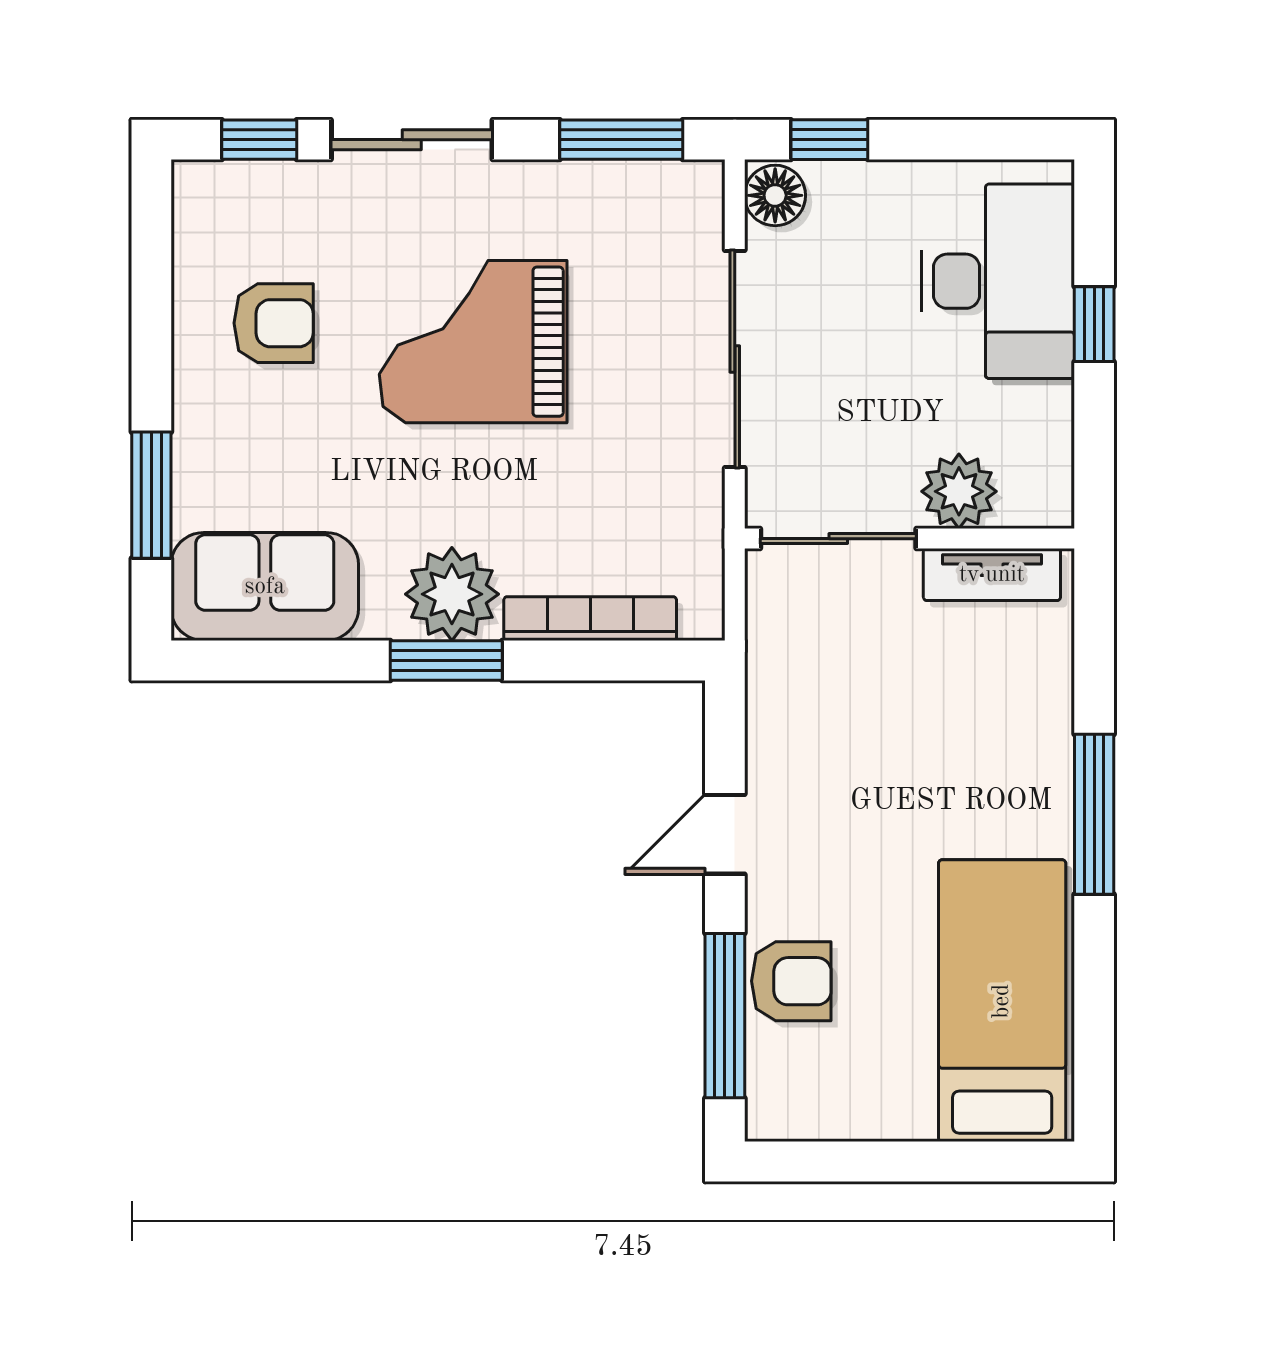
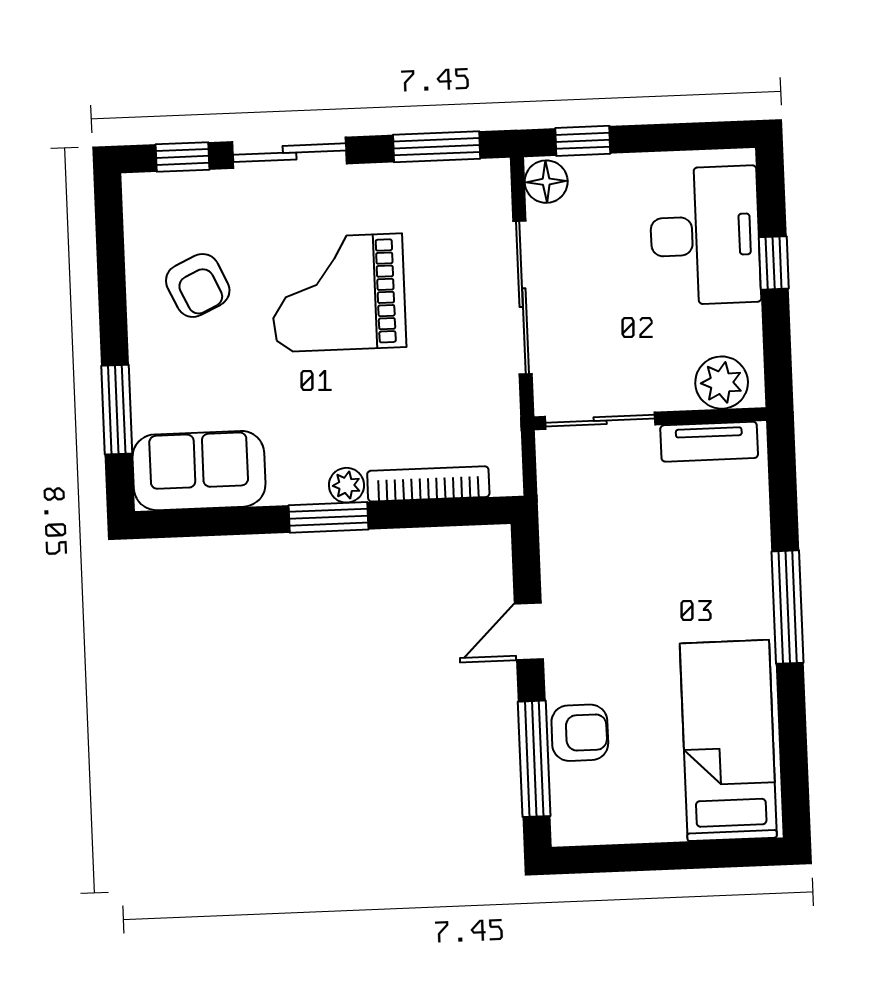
armchair: (274, 323) -> (198, 285), turned 65
plant: (959, 491) -> (722, 383), moved
plant: (452, 594) -> (347, 485), width x0.53, depth x0.53

